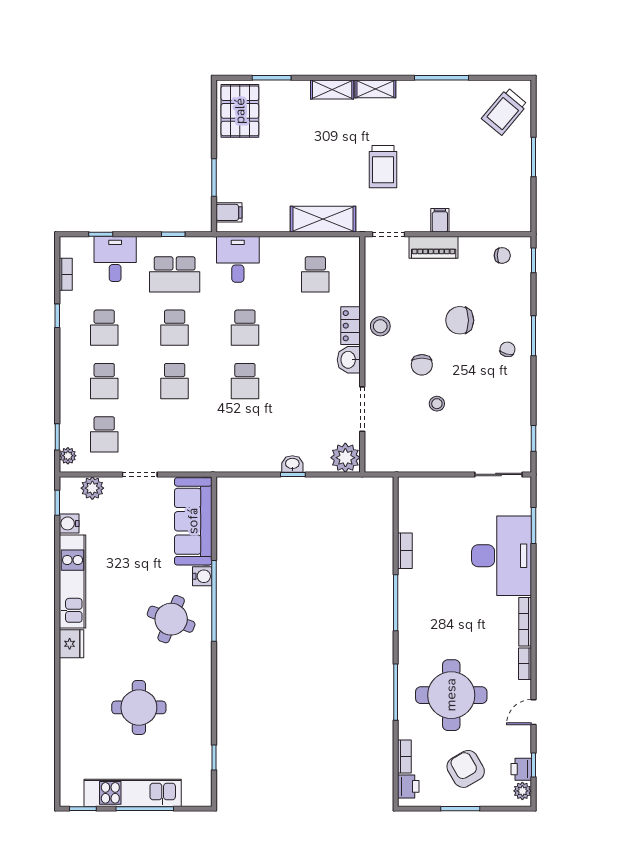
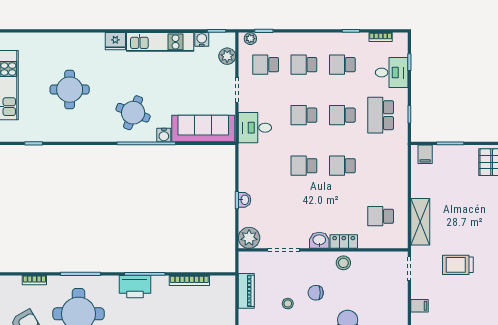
piano: (434, 247) -> (246, 291), moved, turned 180
desk: (238, 259) -> (255, 128), moved, turned 180
bookcase: (405, 551) -> (189, 281), width x1.56
printer: (408, 786) -> (135, 287), moved, width x1.87, depth x1.48

